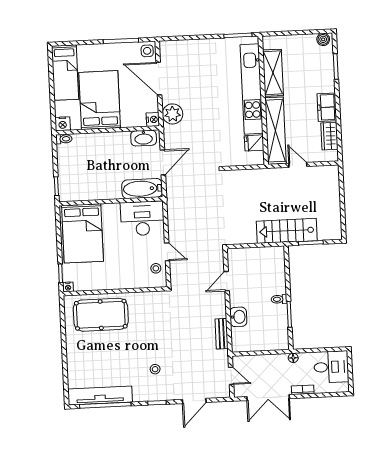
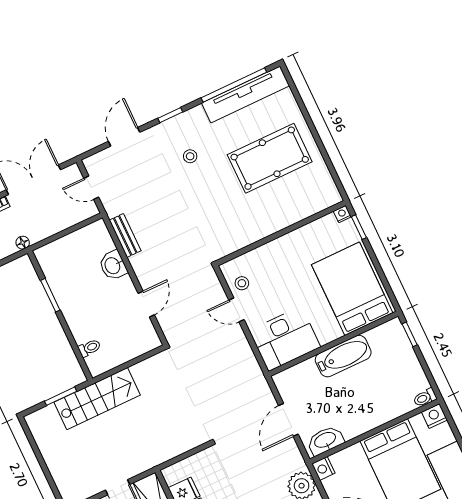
bathtub: (142, 189) -> (343, 356), moved
toilet: (279, 299) -> (89, 348), moved
pool table: (101, 315) -> (270, 158), moved

